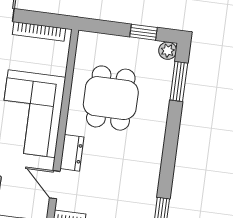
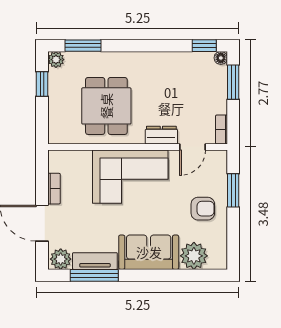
bookcase: (39, 31) -> (54, 189), width x0.64
dining table: (111, 98) -> (106, 106), turned 90

